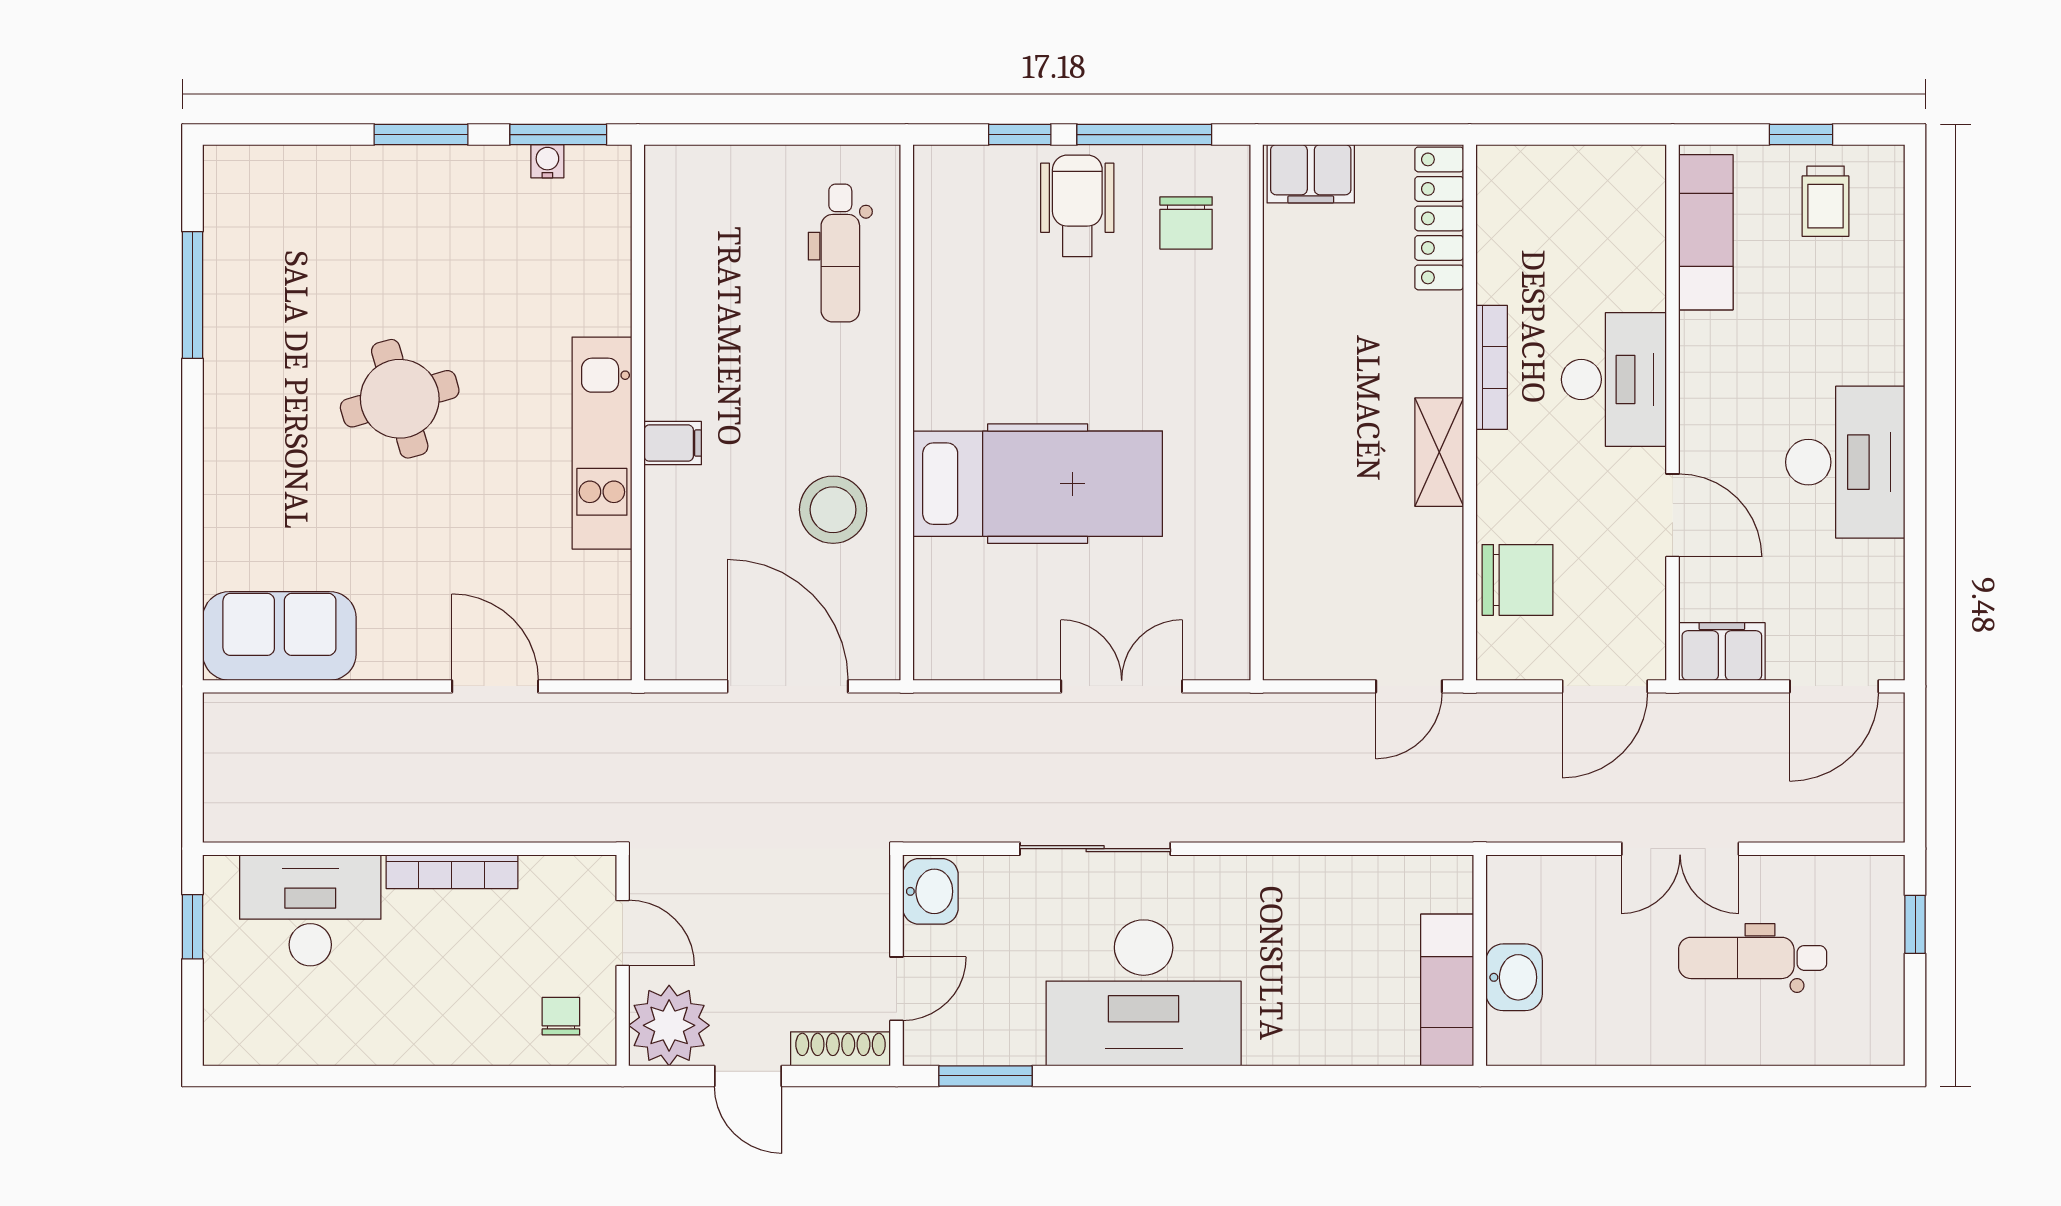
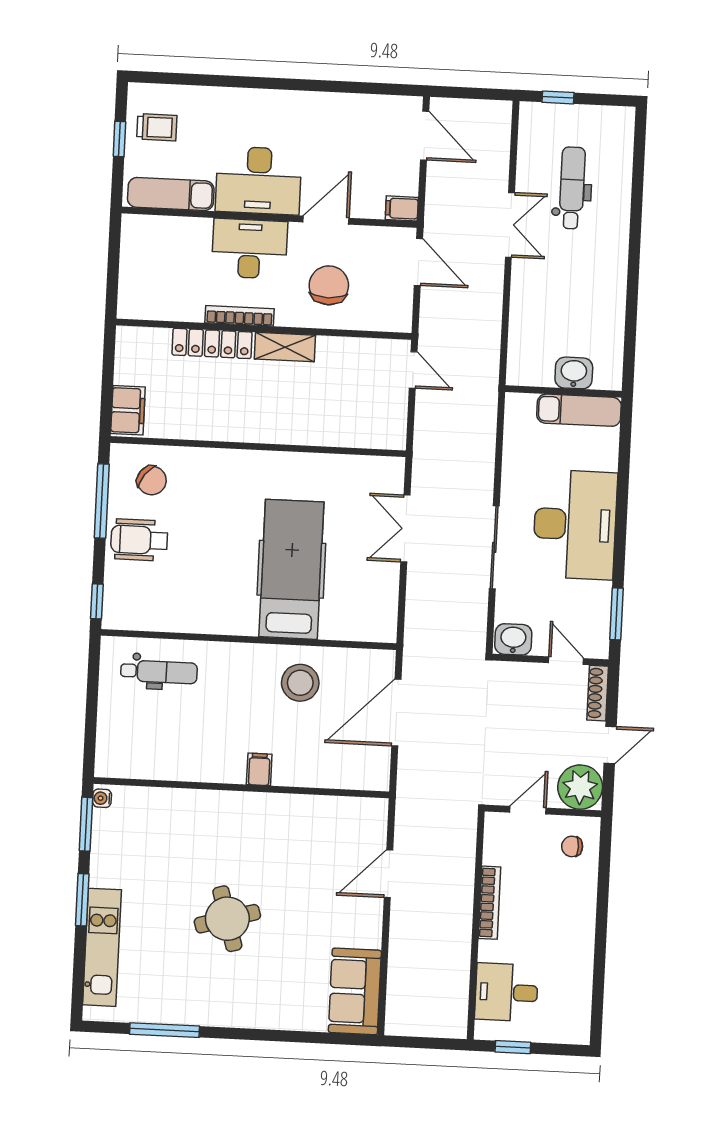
window: (1020, 135) -> (97, 601), moved
water cooler: (547, 161) -> (102, 798), moved
locker: (1439, 218) -> (212, 343), moved
chair: (1186, 223) -> (152, 480), turned 37
kitchen unit: (602, 443) -> (102, 947), moved, turned -90
desk: (1845, 462) -> (259, 180), moved, turned 180
chair: (1518, 580) -> (329, 285), moved
filing cabinet: (1722, 651) -> (402, 208), width x0.50
desk: (310, 910) -> (506, 992), width x0.73
dental chair: (1753, 958) -> (572, 188), turned 180
wall: (1480, 960) -> (563, 391), moved
washbasin: (1514, 977) -> (574, 373), moved
exam couch: (1447, 990) -> (579, 410), moved

